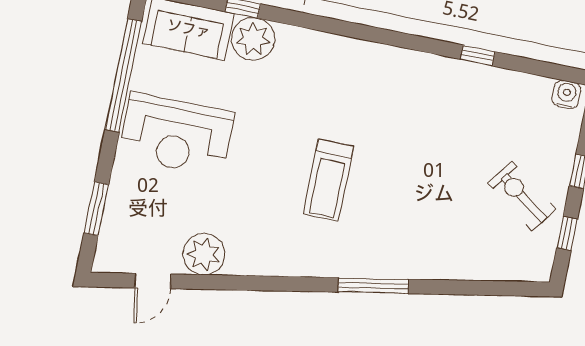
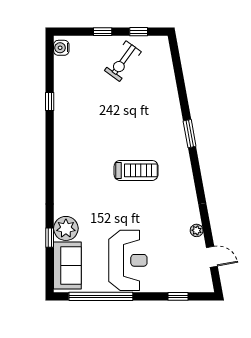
window: (96, 209) -> (178, 296), width x0.67
plant: (204, 254) -> (197, 230), width x0.53, depth x0.53
window: (373, 286) -> (190, 134), width x0.69

